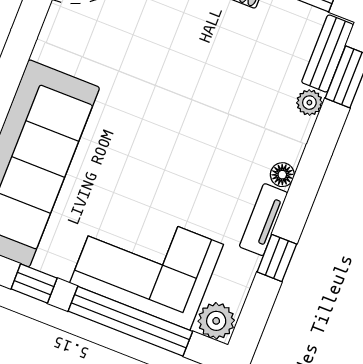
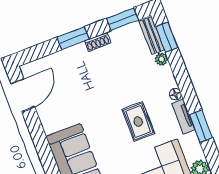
rug: (189, 165) -> (138, 121), added
window: (277, 258) -> (201, 126), width x1.50

